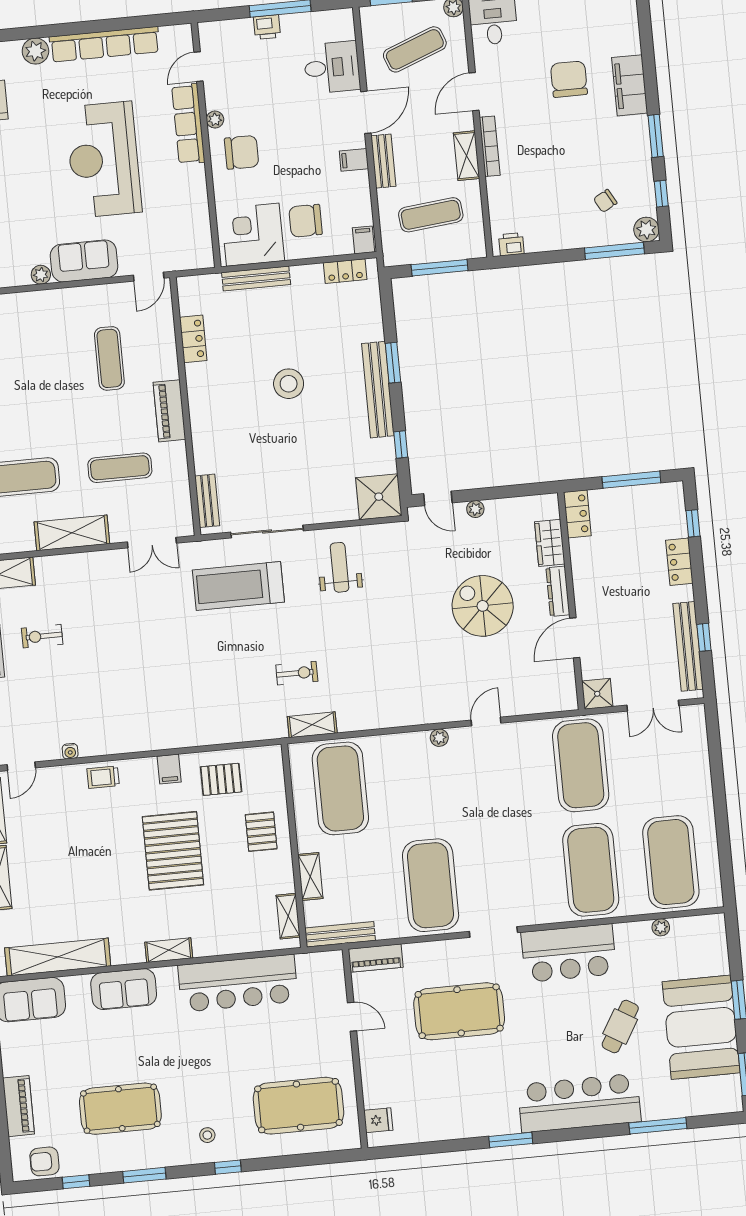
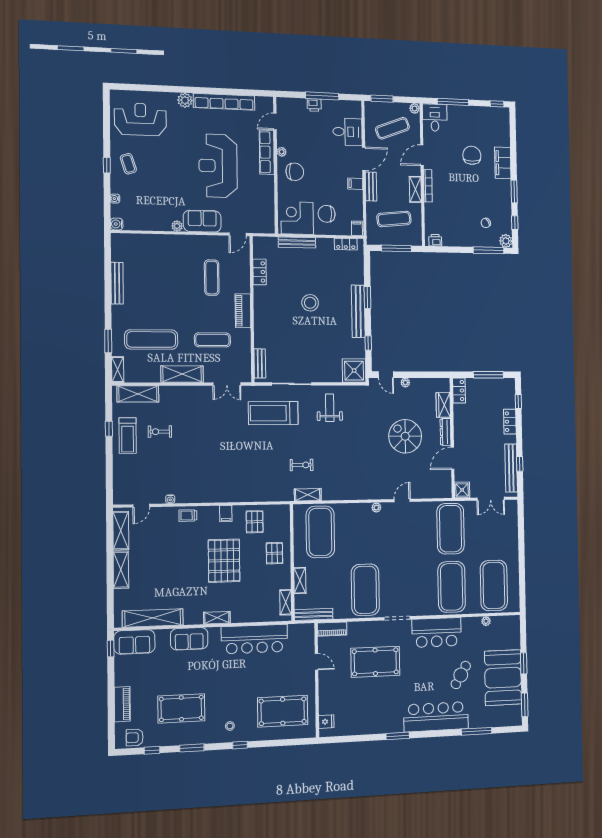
pallet: (221, 779) -> (255, 522), turned 90

